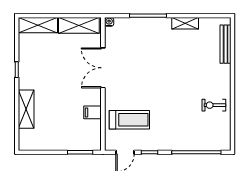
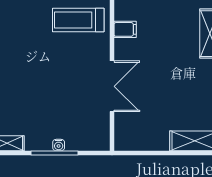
water cooler: (109, 22) -> (59, 145), moved
shelving: (79, 25) -> (143, 140), removed

